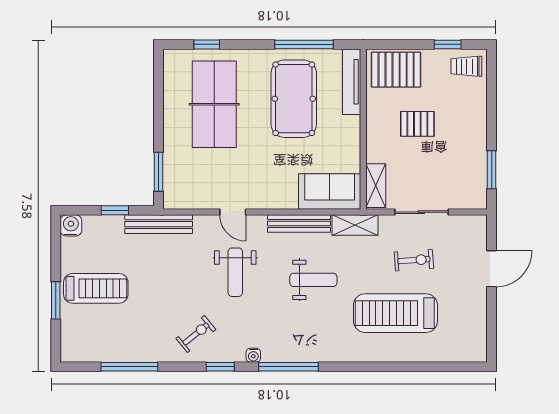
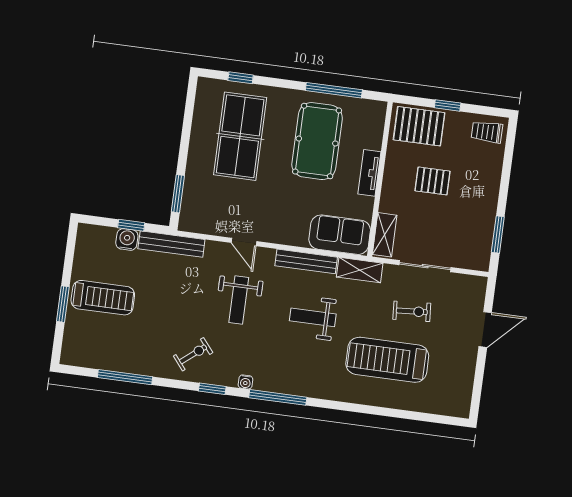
window: (448, 44) -> (448, 105), moved
tv unit: (352, 82) -> (369, 173), moved, width x0.71
water cooler: (71, 225) -> (127, 239), moved
weight bench: (313, 280) -> (313, 317), turned 180

